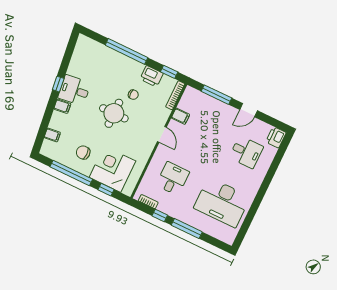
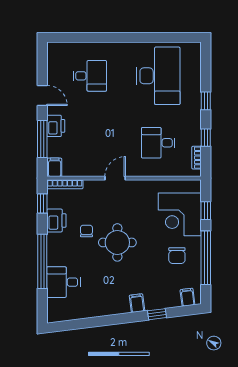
window: (58, 84) -> (157, 314), moved
desk: (74, 90) -> (63, 282), moved, turned 97
filing cabinet: (181, 116) -> (55, 167), moved
filing cabinet: (52, 135) -> (187, 297), moved
printer: (276, 137) -> (56, 126), moved, turned -90
desk: (246, 152) -> (90, 76), turned 90
window: (187, 228) -> (206, 101), width x0.46

